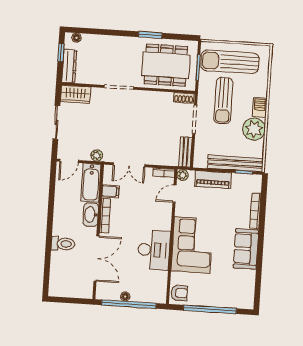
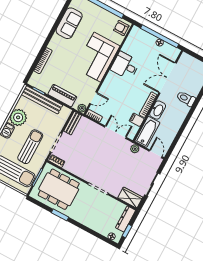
door: (69, 161) -> (156, 154), hinge flipped
sofa: (246, 249) -> (69, 23), moved
desk: (154, 250) -> (125, 66), width x0.73

